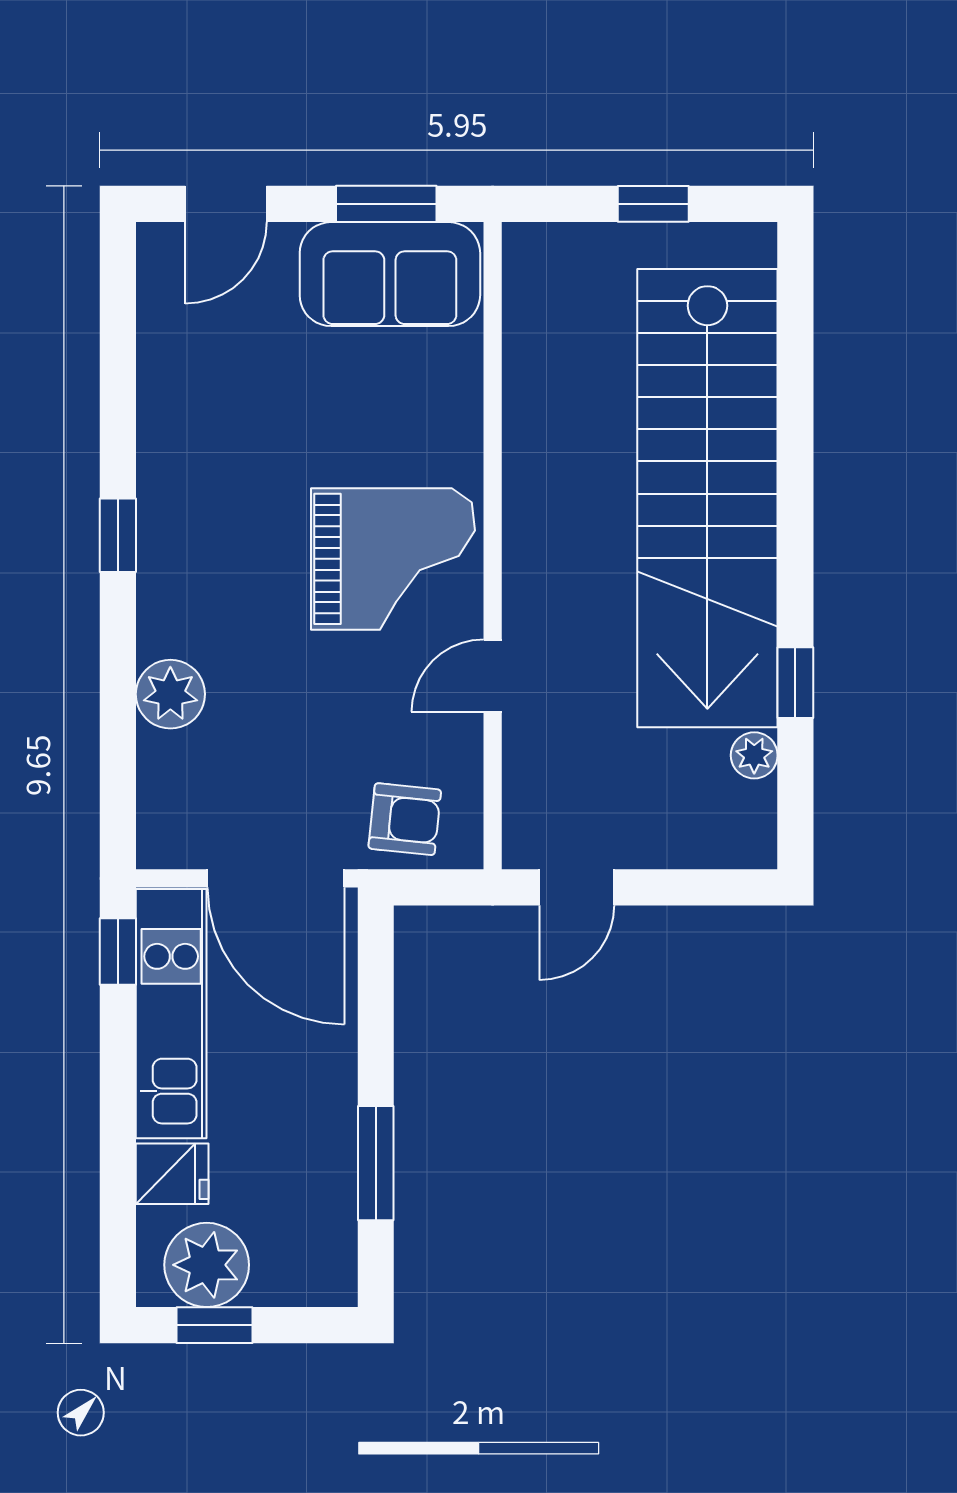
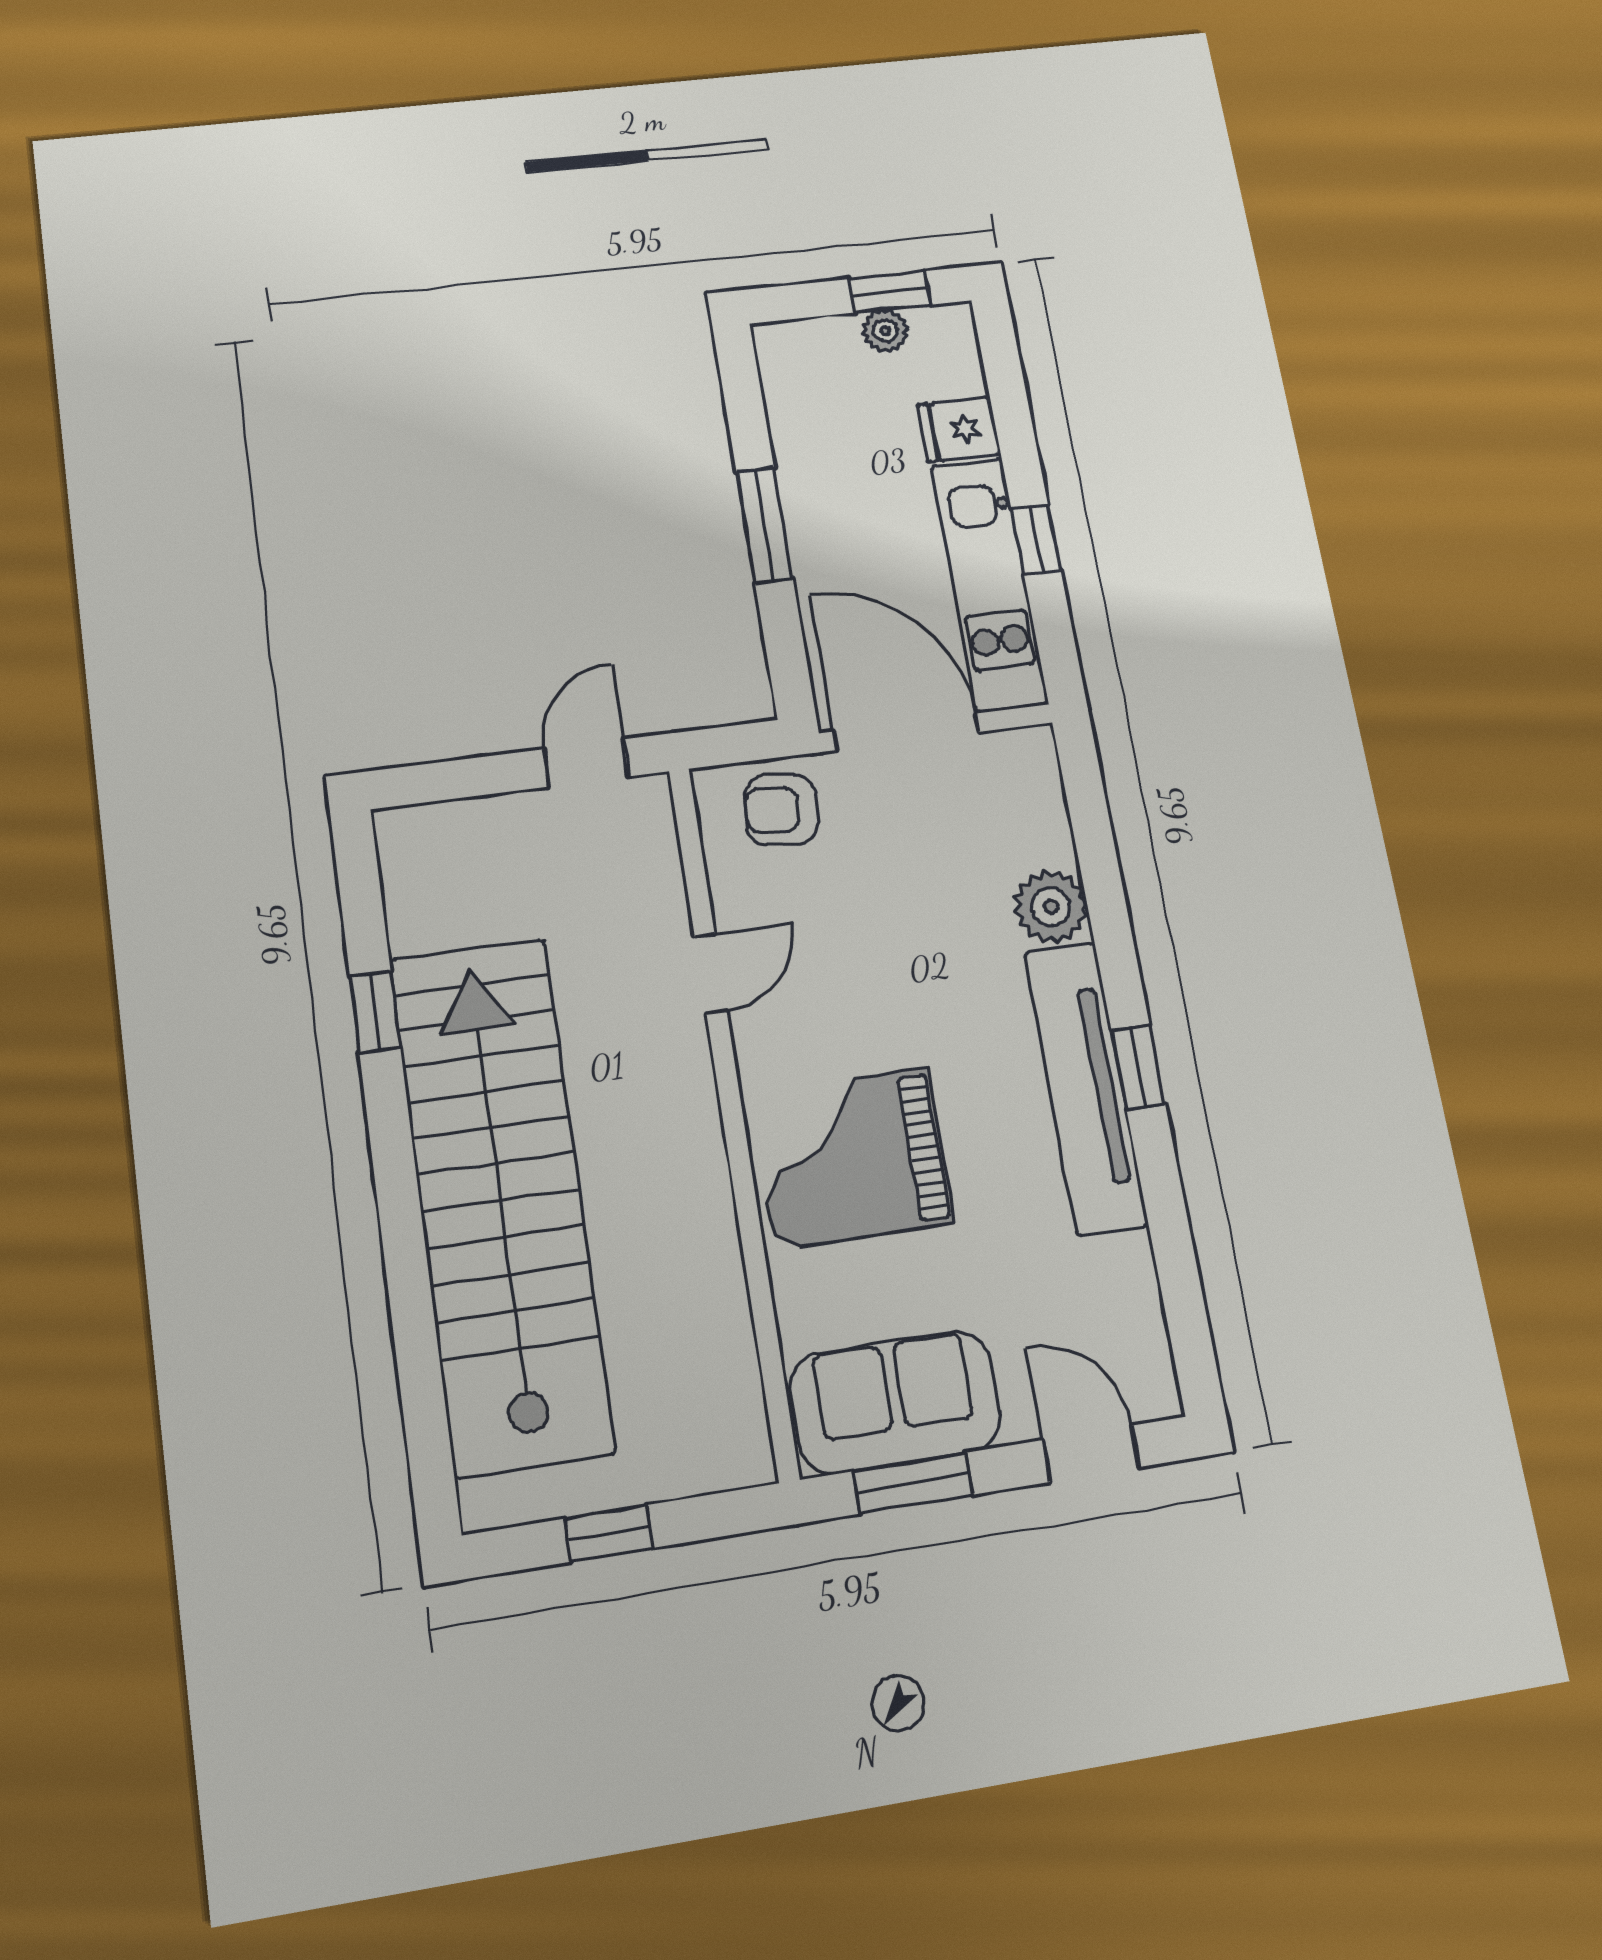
door: (226, 204) -> (1091, 1454), hinge flipped
tv unit: (170, 524) -> (1086, 1087), added
grand piano: (393, 559) -> (852, 1158), moved
plant: (754, 755) -> (411, 927), removed
window: (118, 952) -> (1036, 540), moved
window: (376, 1163) -> (764, 525), moved
plant: (207, 1265) -> (885, 331), width x0.53, depth x0.53

